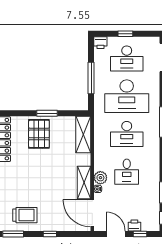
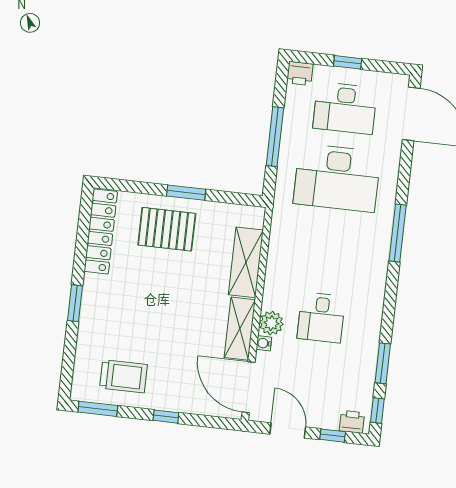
pallet: (39, 134) -> (167, 229), turned 90
shelving: (83, 134) -> (246, 262), moved
desk: (127, 134) -> (329, 248), removed
printer: (134, 225) -> (352, 422), moved

